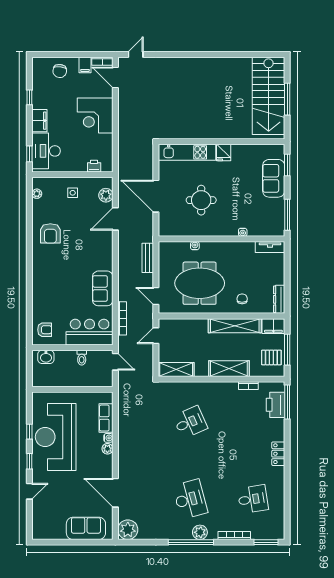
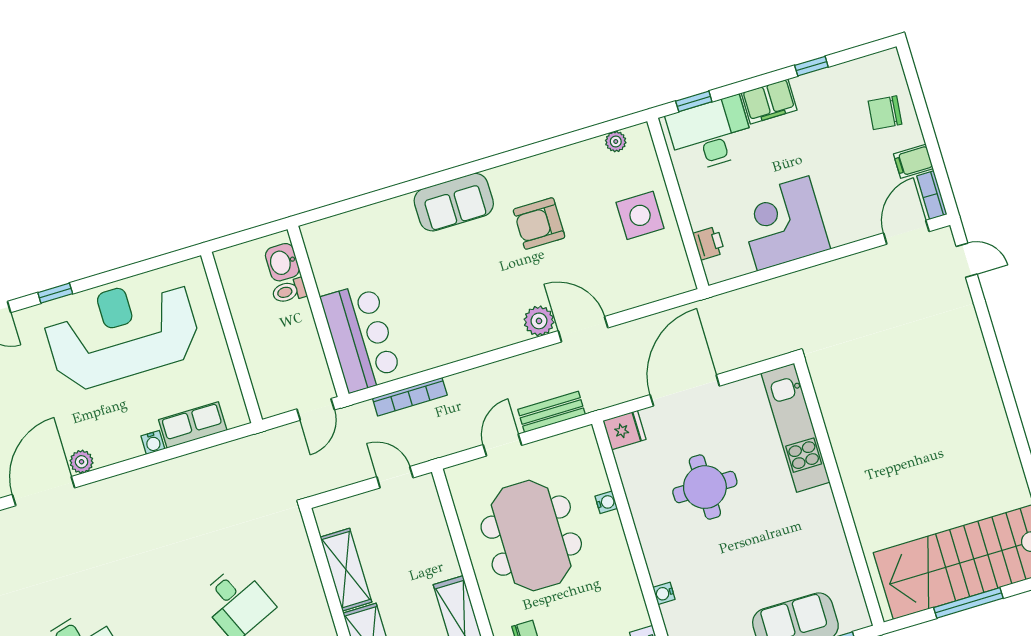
corner desk: (95, 116) -> (783, 223), moved
fridge: (224, 153) -> (624, 430), moved, turned 180
side table: (73, 193) -> (640, 215), width x1.87, depth x1.87
plant: (106, 195) -> (539, 321), moved
door: (115, 219) -> (583, 329), moved
armchair: (50, 233) -> (539, 224), moved
sofa: (103, 288) -> (454, 202), moved, turned 180
door: (156, 296) -> (502, 445), moved
armchair: (45, 330) -> (338, 243), removed
toilet: (82, 358) -> (289, 291), moved
shelving: (176, 370) -> (346, 570), moved
window: (29, 432) -> (117, 275), removed
plant: (107, 449) -> (82, 462), moved

